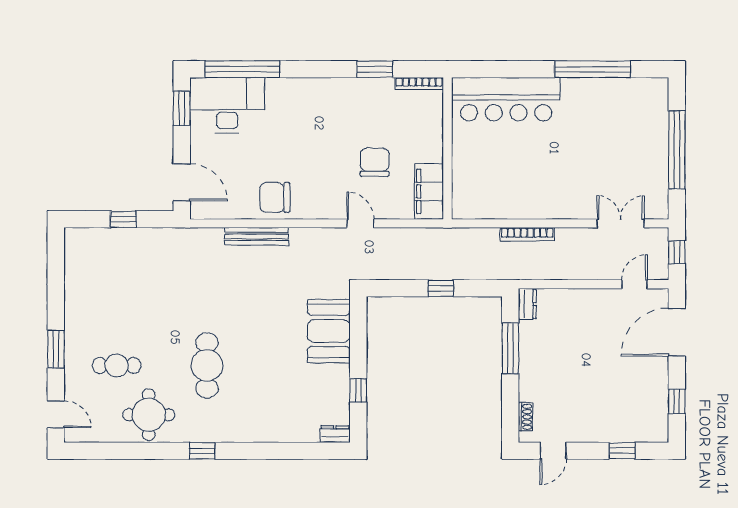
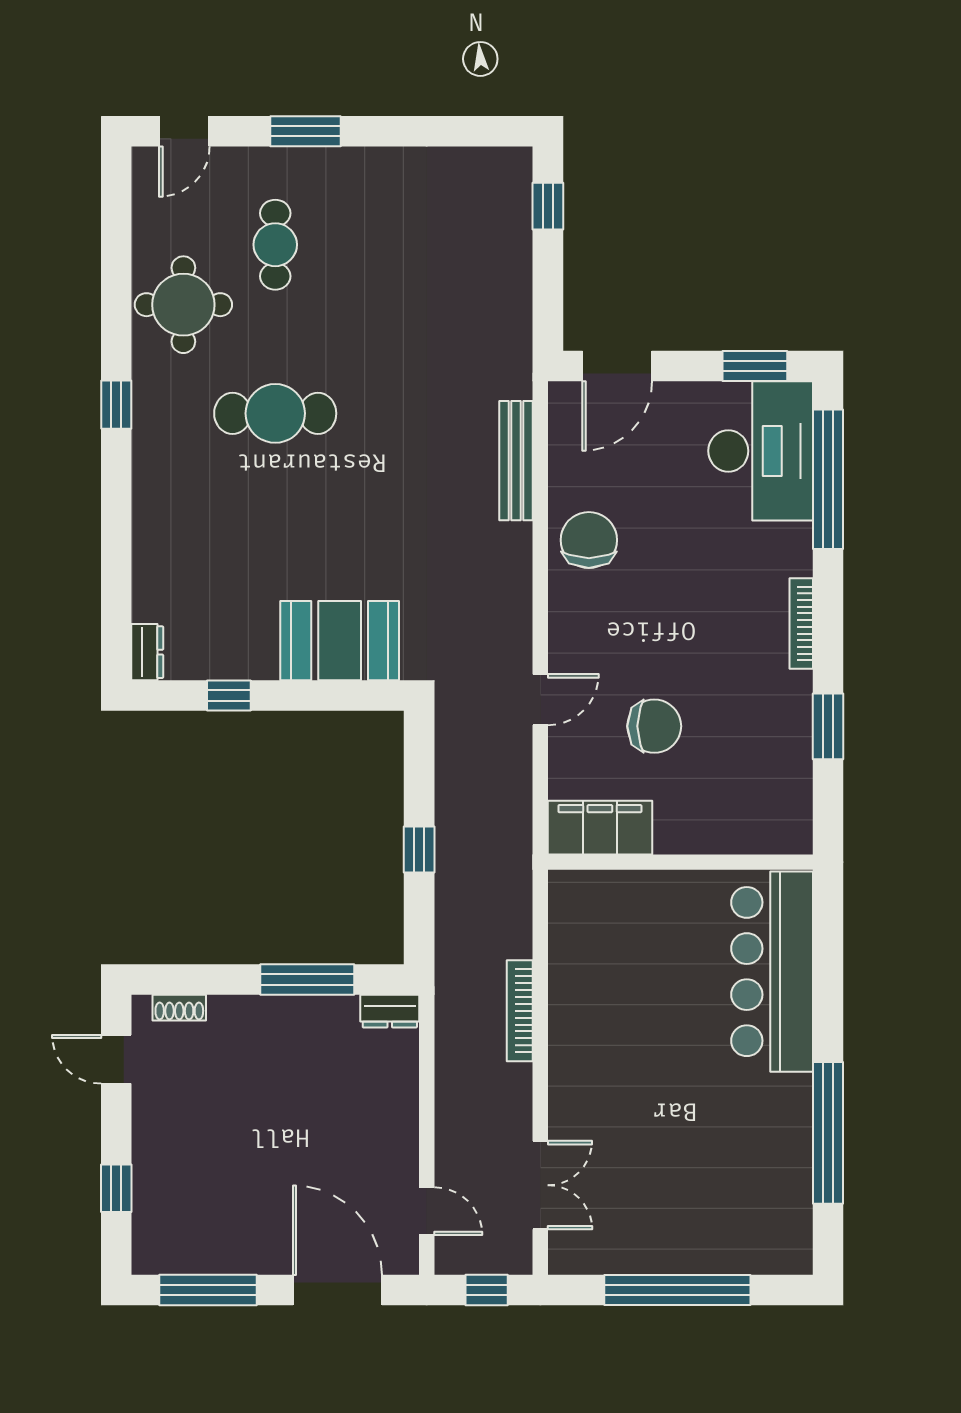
bookcase: (419, 84) -> (801, 624), moved
window: (123, 219) -> (548, 206), moved
bench: (257, 236) -> (516, 461), moved
window: (677, 401) -> (208, 1290), width x2.17

